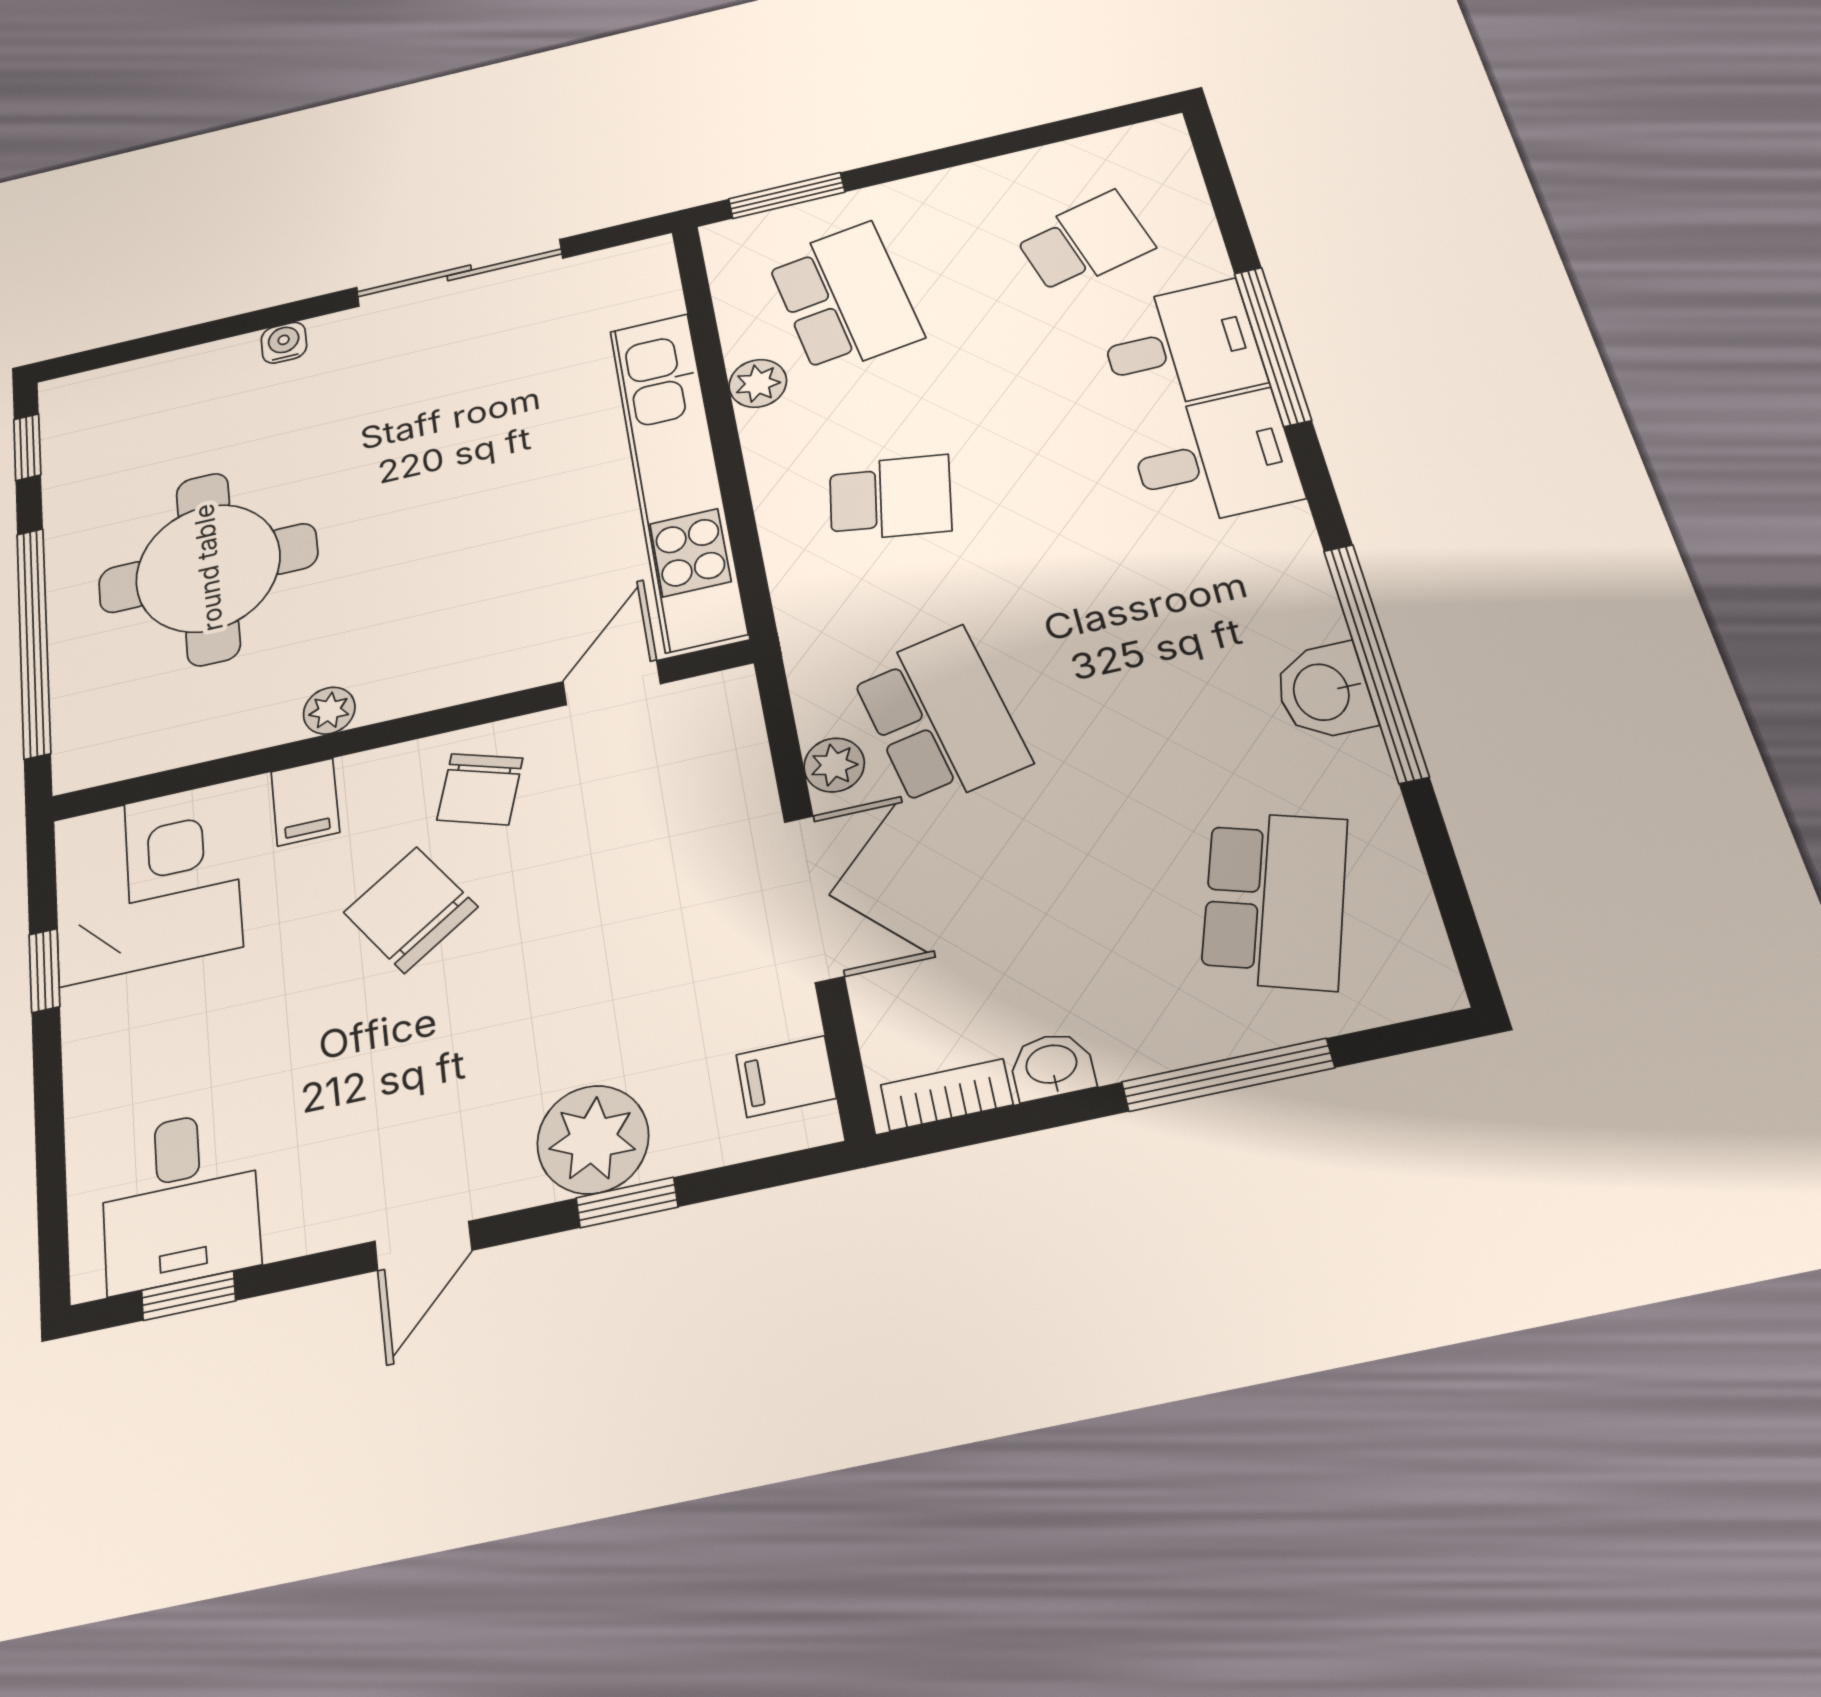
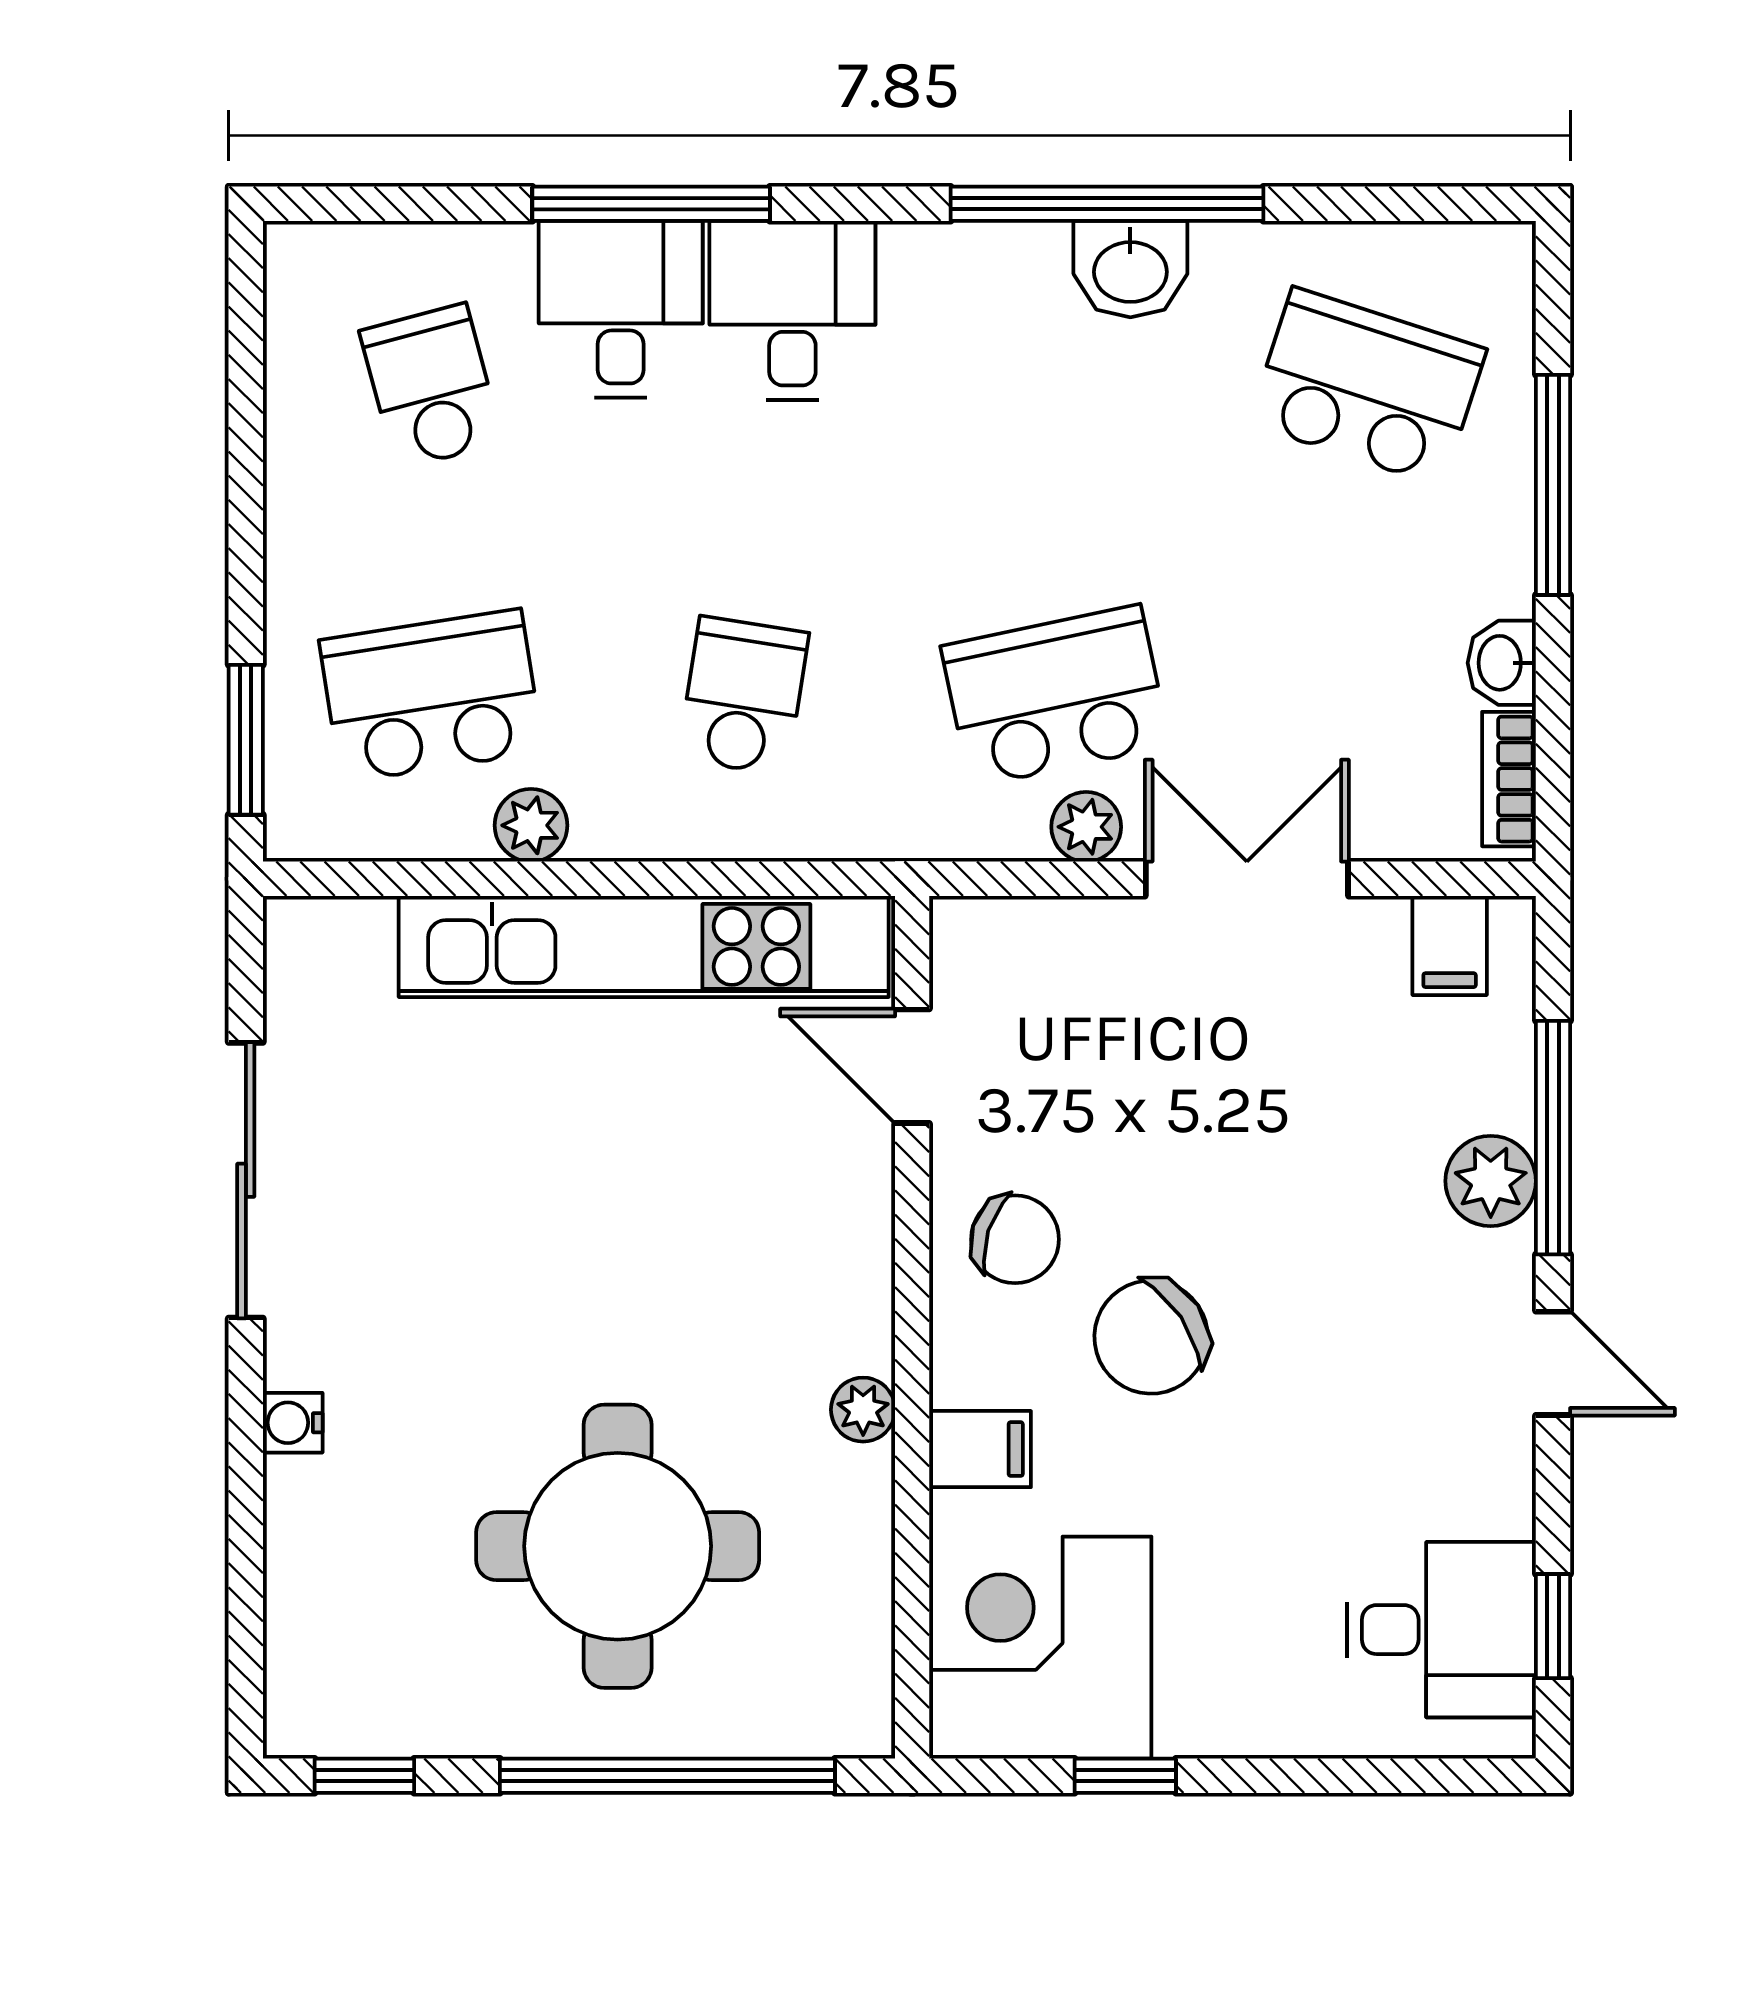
plant: (593, 1139) -> (1491, 1181), width x0.73, depth x0.73
window: (627, 1203) -> (1553, 1138), width x2.17

